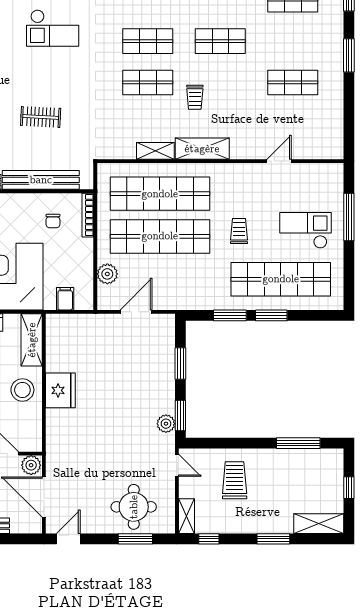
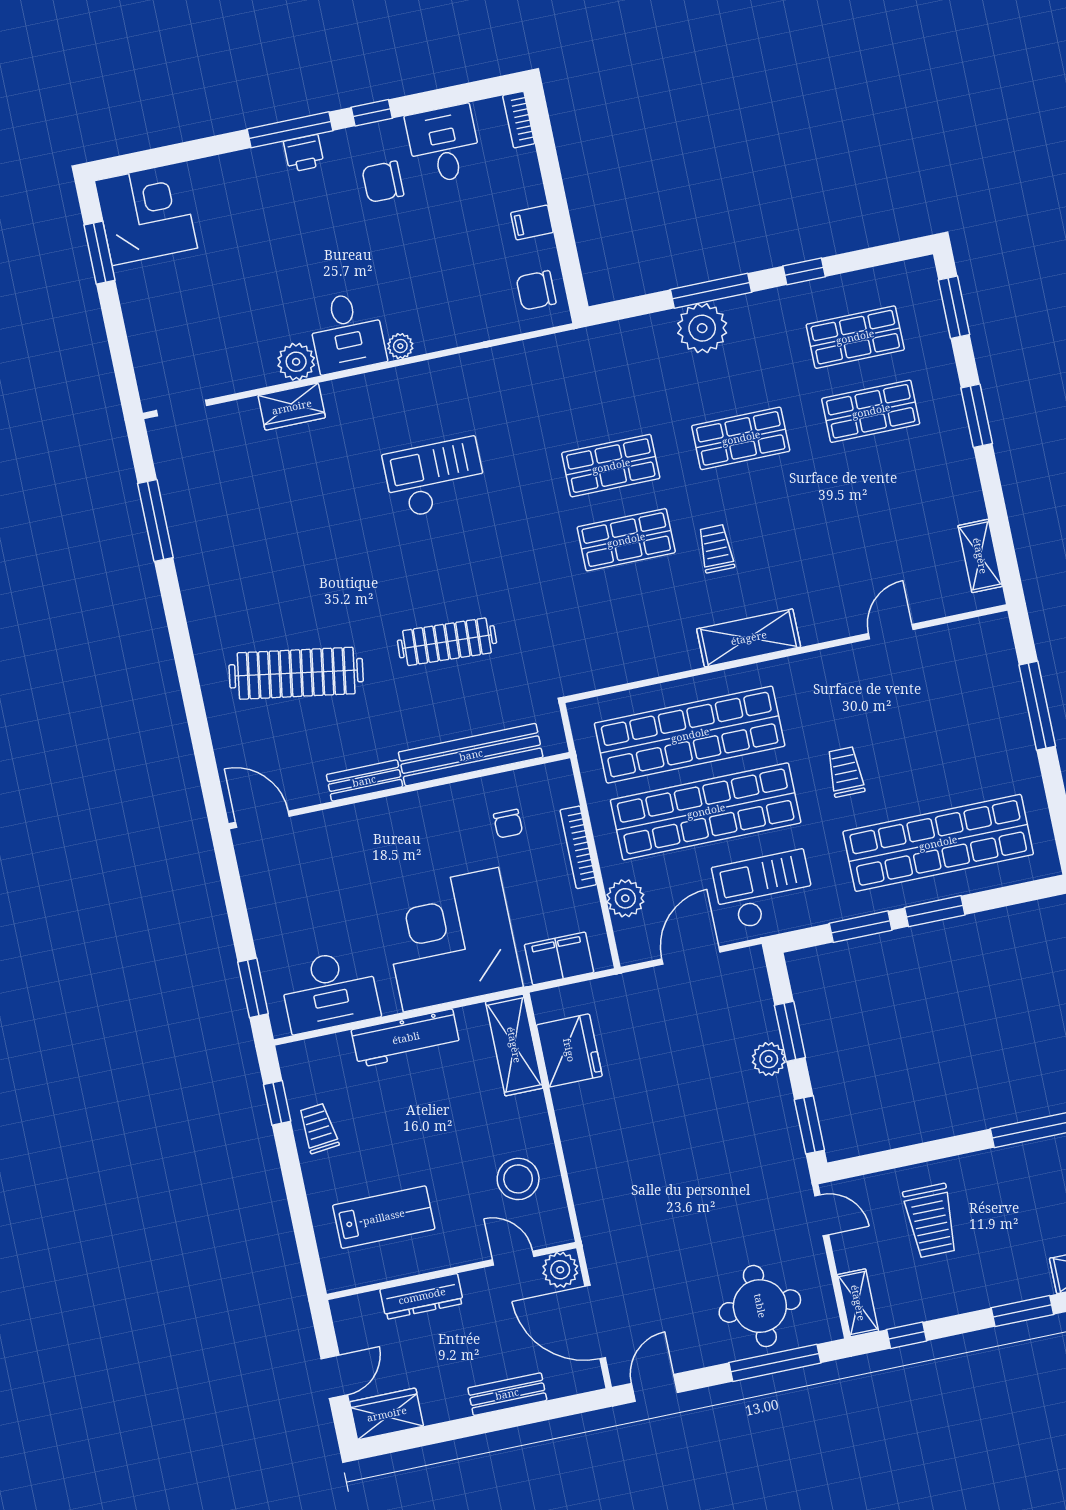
checkout: (53, 28) -> (435, 478), turned 180
shop shelf: (293, 82) -> (871, 411), moved
trolley: (195, 97) -> (716, 549), turned 180
clothes rail: (41, 117) -> (447, 642), width x1.36
shelving: (155, 151) -> (980, 556), moved, turned 90
bookcase: (88, 215) -> (578, 847), moved
checkout: (305, 230) -> (764, 890), moved
filing cabinet: (65, 299) -> (559, 958), width x2.00
stool: (22, 390) -> (518, 1179), moved
fridge: (60, 390) -> (569, 1050), moved
plant: (166, 424) -> (769, 1059), moved
trolley: (235, 480) -> (931, 1221), turned 180
window: (135, 539) -> (775, 1363), width x1.44

